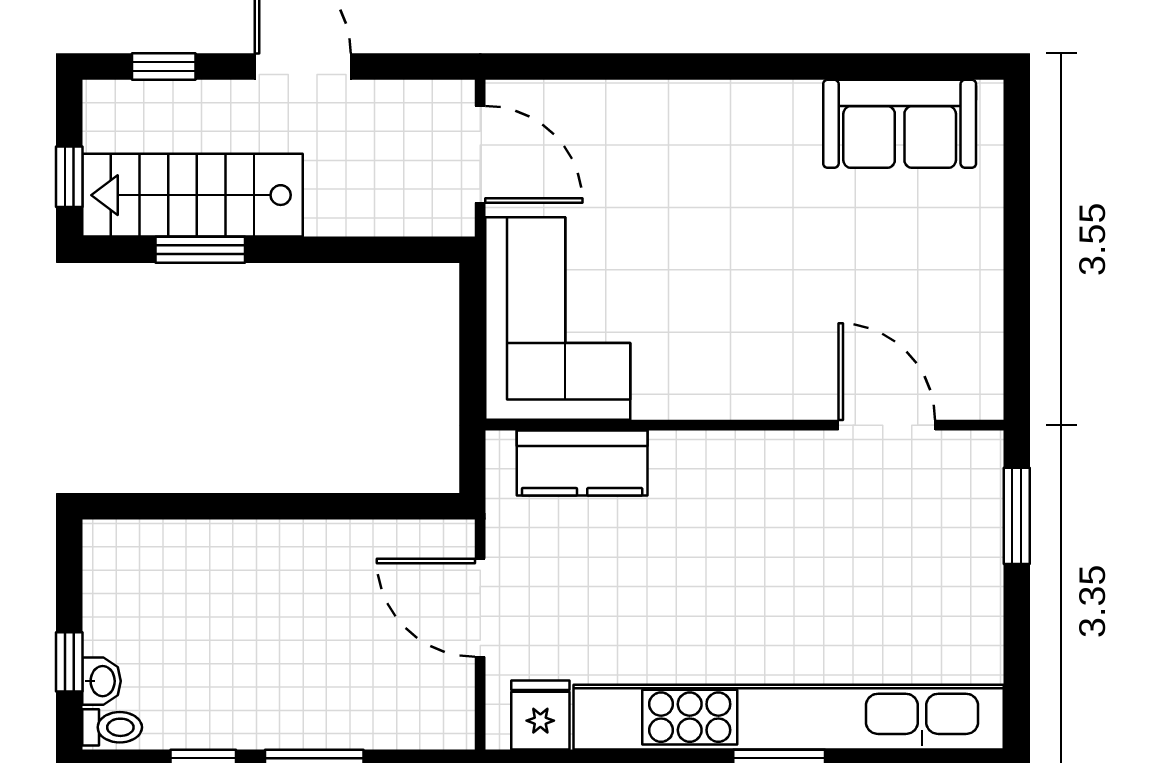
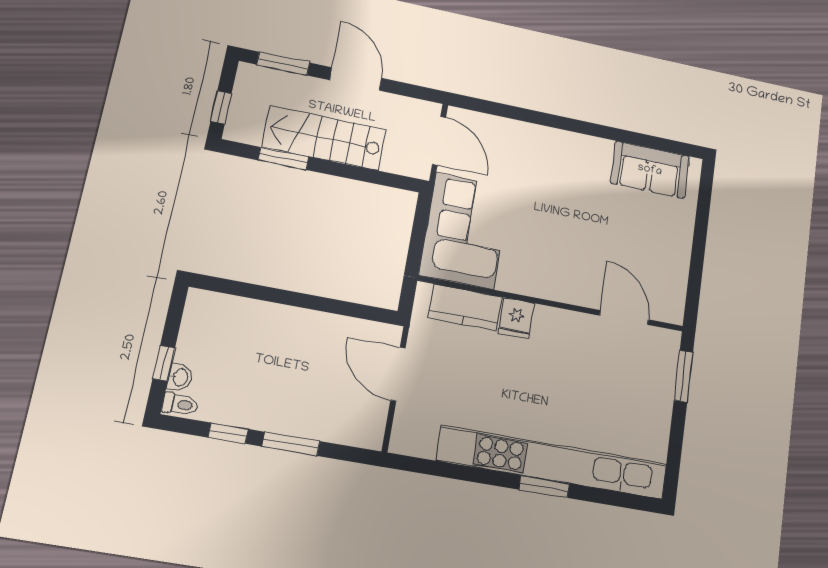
window: (164, 67) -> (283, 64), width x1.50
stairs: (192, 195) -> (324, 138), moved
fridge: (540, 715) -> (516, 318), moved, turned 180

